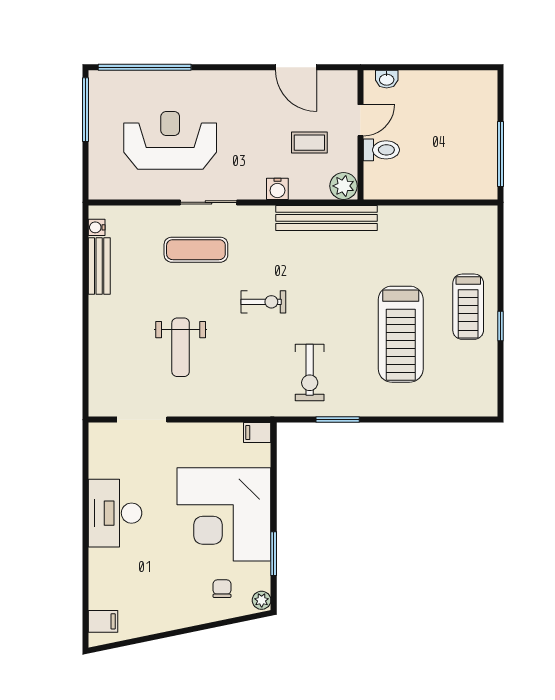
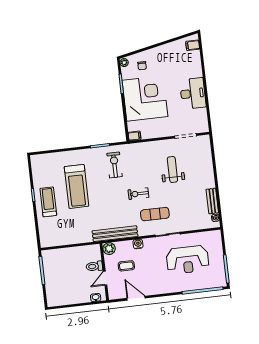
exercise mat: (196, 250) -> (155, 214), moved
treadmill: (401, 334) -> (77, 186), turned 180

